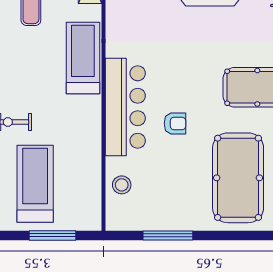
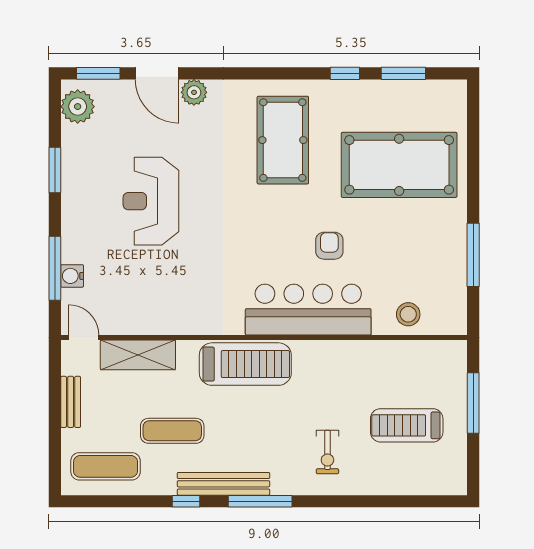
treadmill: (83, 58) -> (245, 364), turned 180
treadmill: (35, 184) -> (407, 425), width x0.73, depth x0.73

